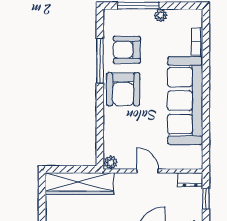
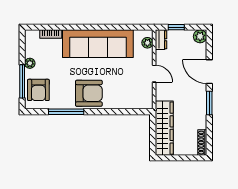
armchair: (127, 50) -> (38, 90), moved
plant: (111, 163) -> (147, 43), moved
door: (148, 171) -> (154, 74), swing flipped

